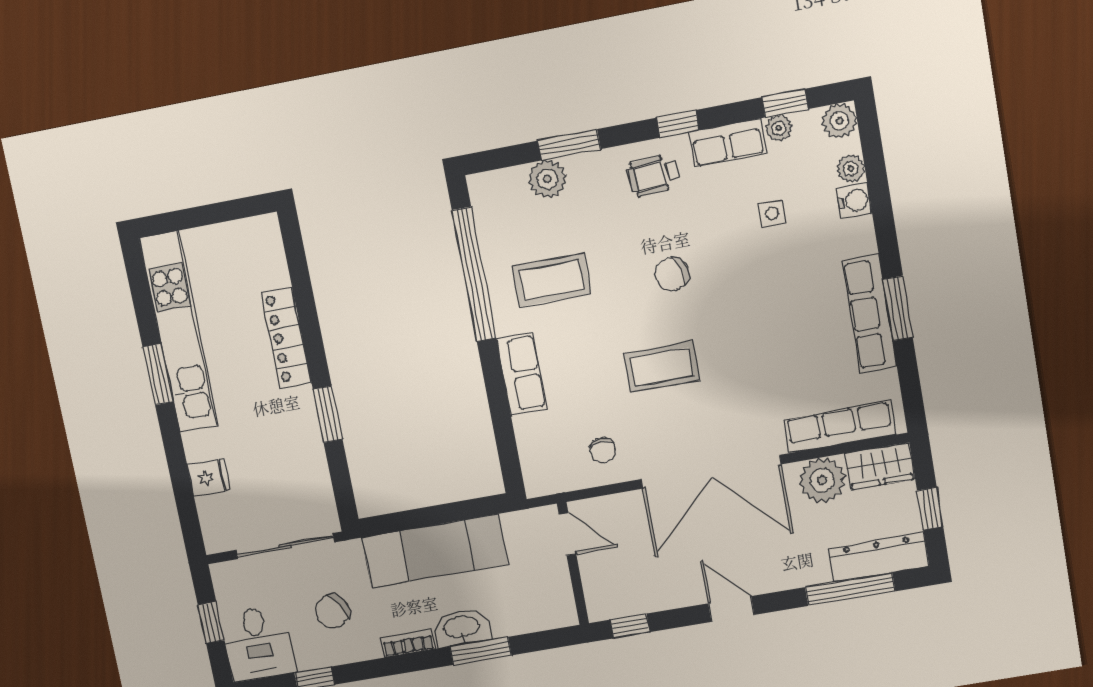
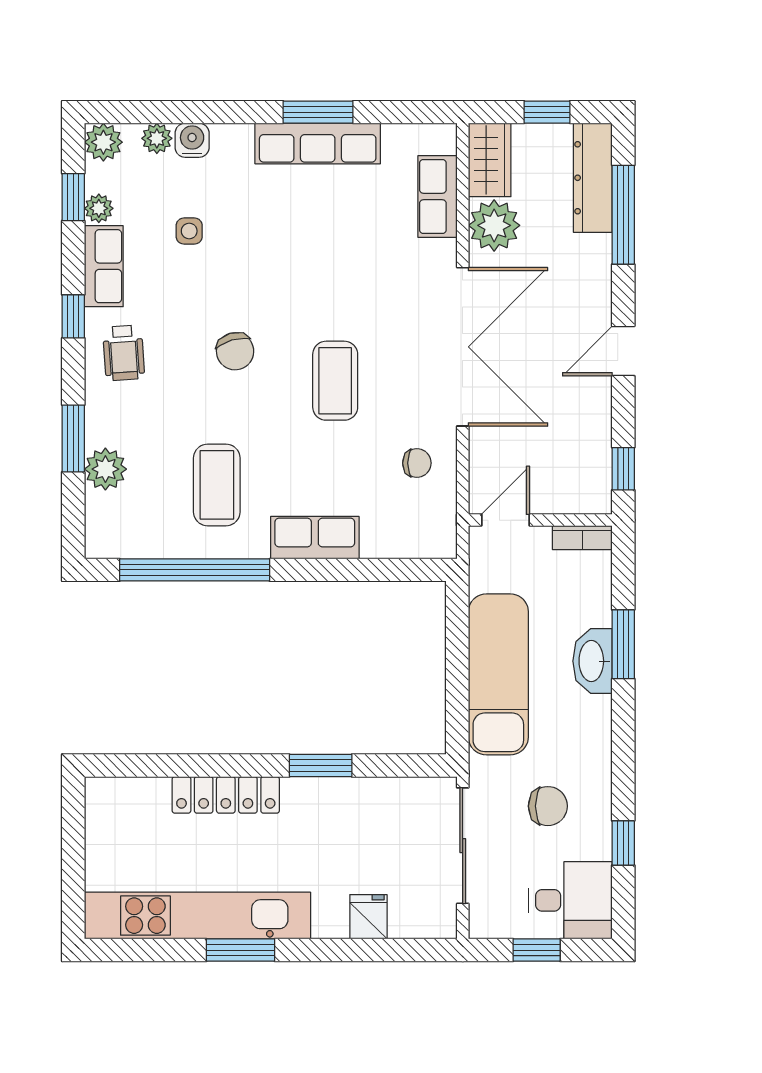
row of seats: (840, 427) -> (438, 197), width x0.68
chair: (332, 611) -> (548, 806), turned -59
bookcase: (408, 643) -> (582, 538), moved, turned -90

